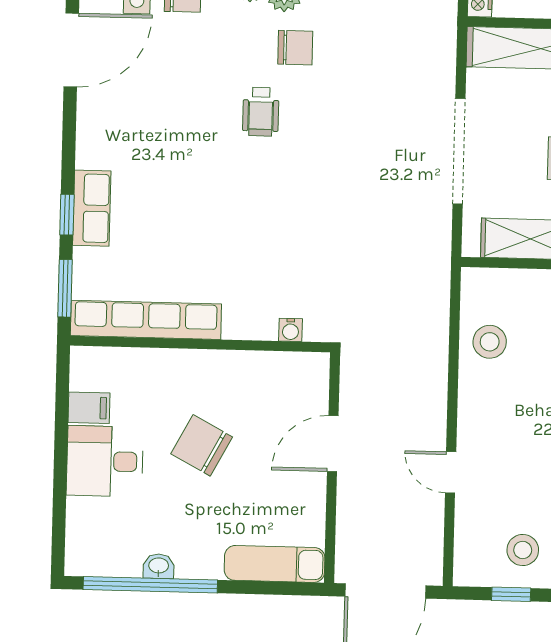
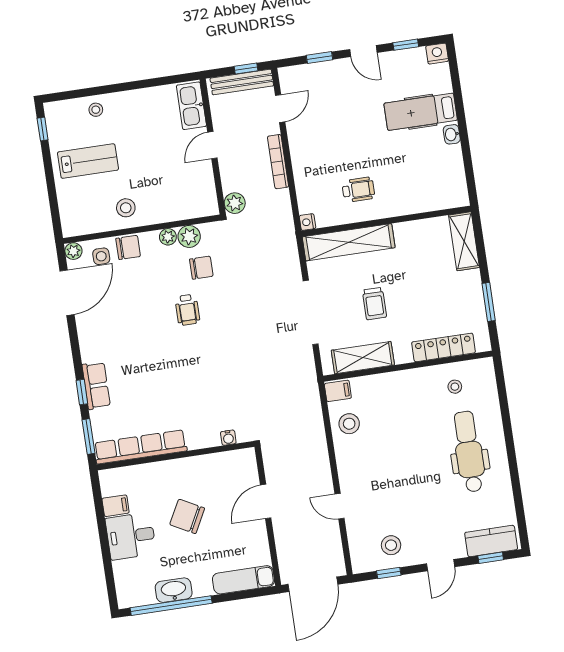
filing cabinet: (481, 286) -> (338, 391), added
washbasin: (159, 566) -> (174, 590), width x1.91, depth x1.45

